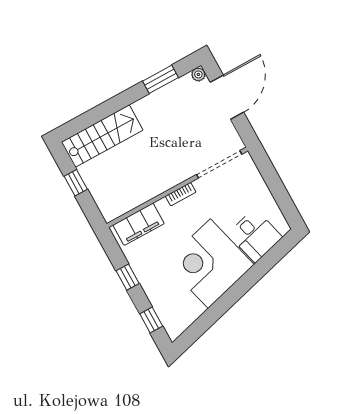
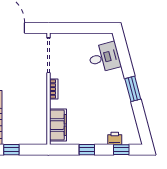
corner desk: (209, 264) -> (106, 95), removed
window: (235, 293) -> (133, 89), added
printer: (161, 304) -> (115, 138), added

